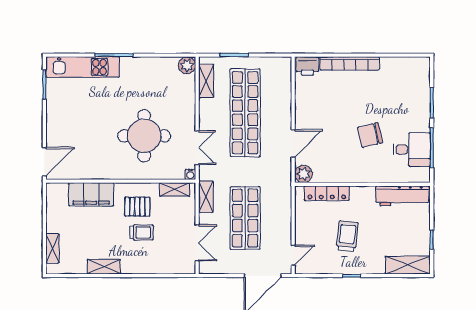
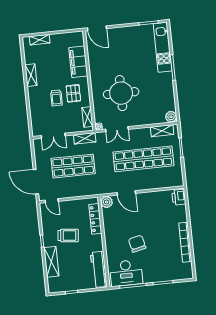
bookcase: (350, 63) -> (185, 242), moved
desk: (412, 149) -> (126, 273), width x1.37
shelving: (408, 265) -> (51, 262), moved

